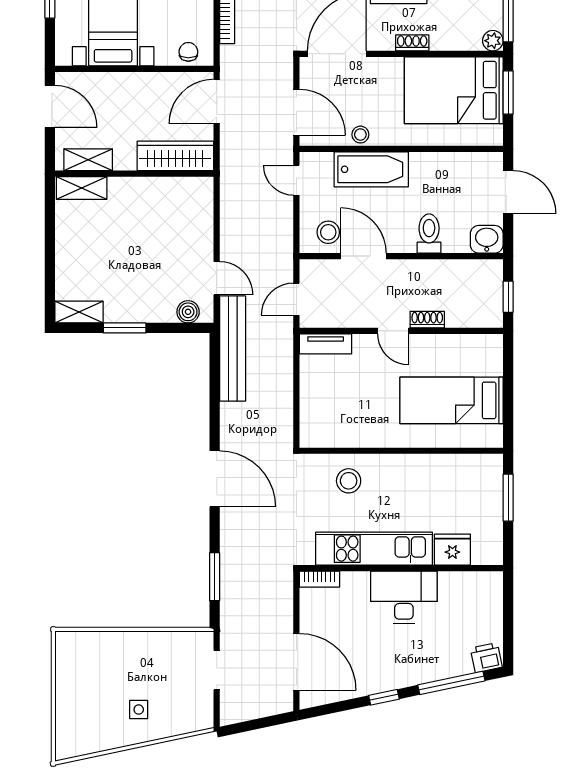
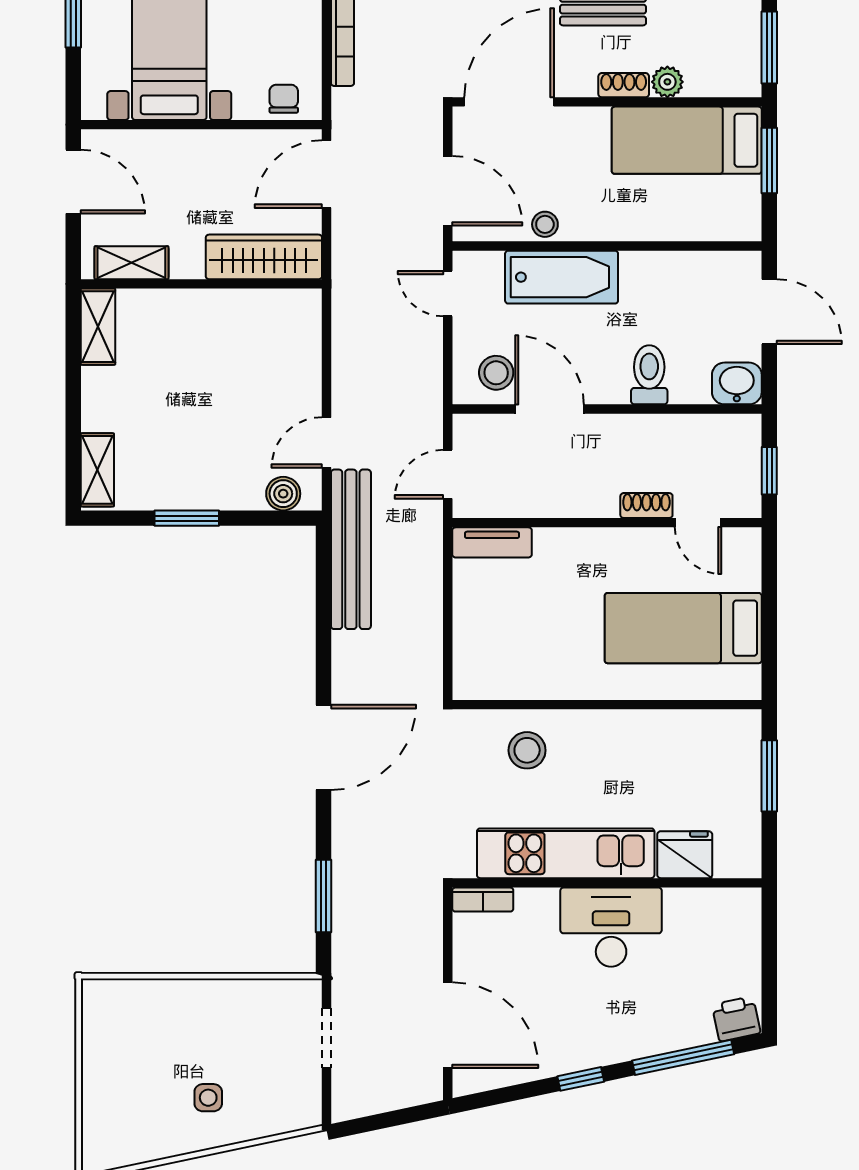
plant: (493, 41) -> (667, 82), moved
bed: (454, 90) -> (687, 140), width x0.67
shelving: (82, 188) -> (98, 327), moved, turned 90
door: (217, 278) -> (326, 442), swing flipped
shelving: (79, 312) -> (97, 470), moved, turned 90
door: (393, 331) -> (698, 523), moved
door: (215, 479) -> (323, 747), hinge flipped

